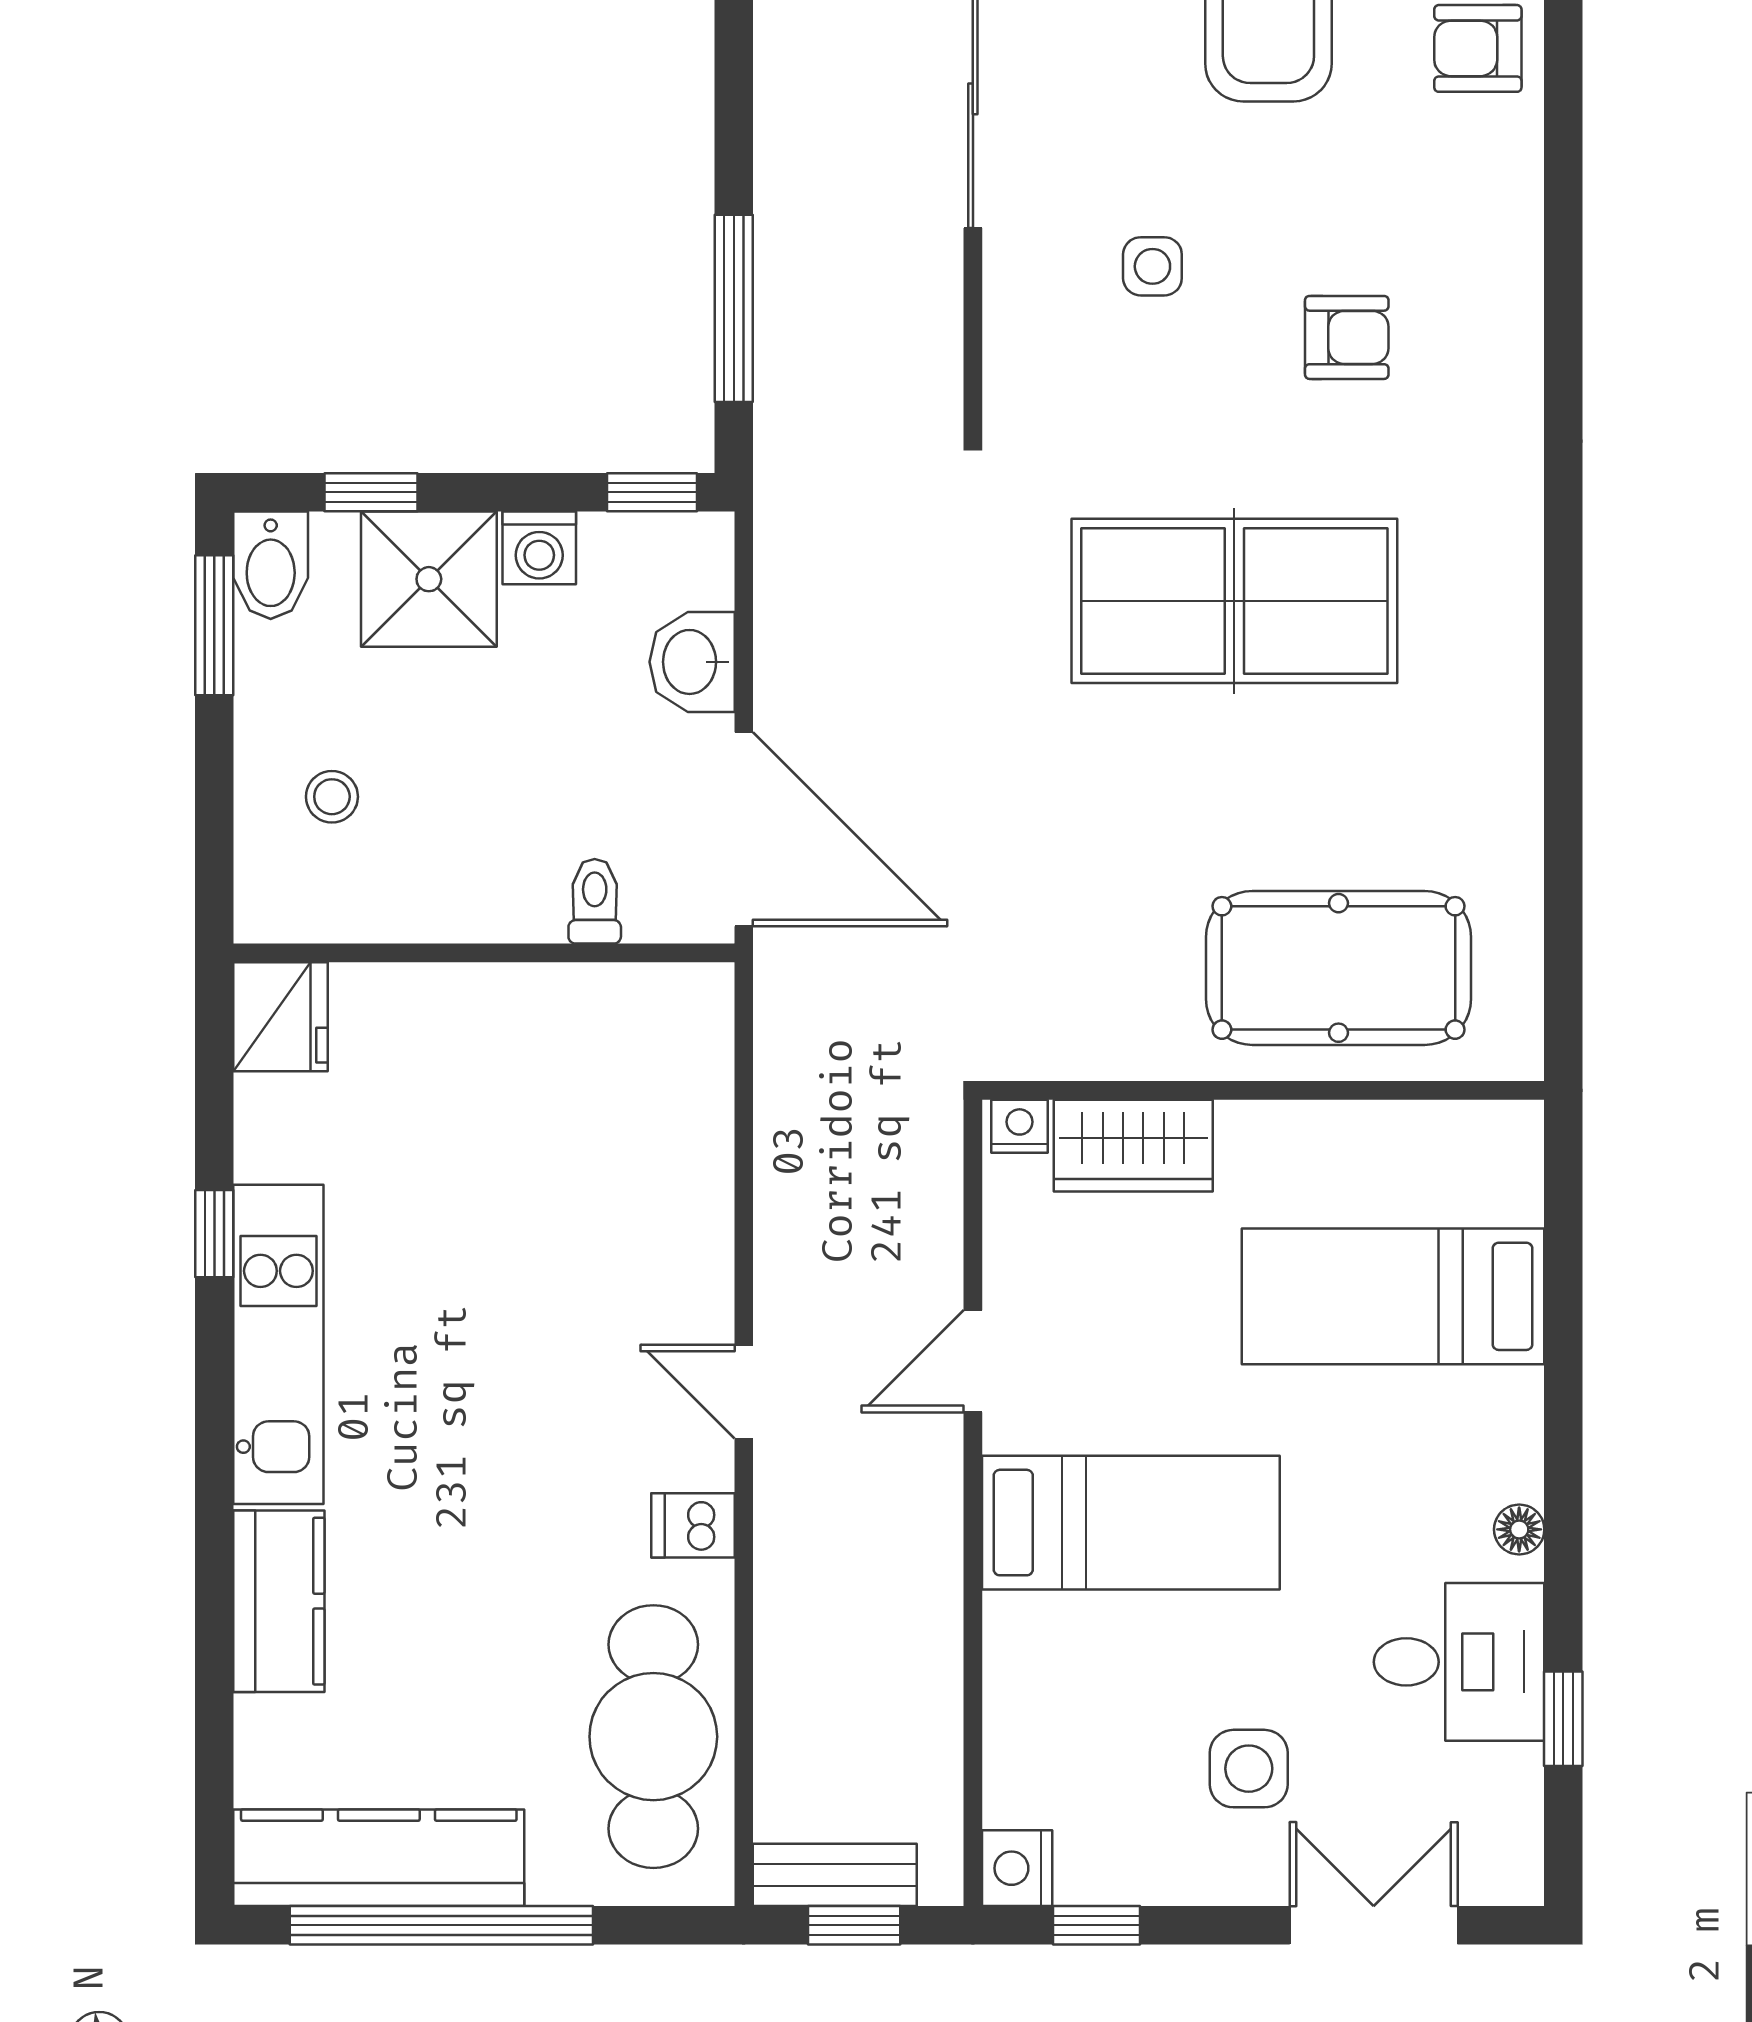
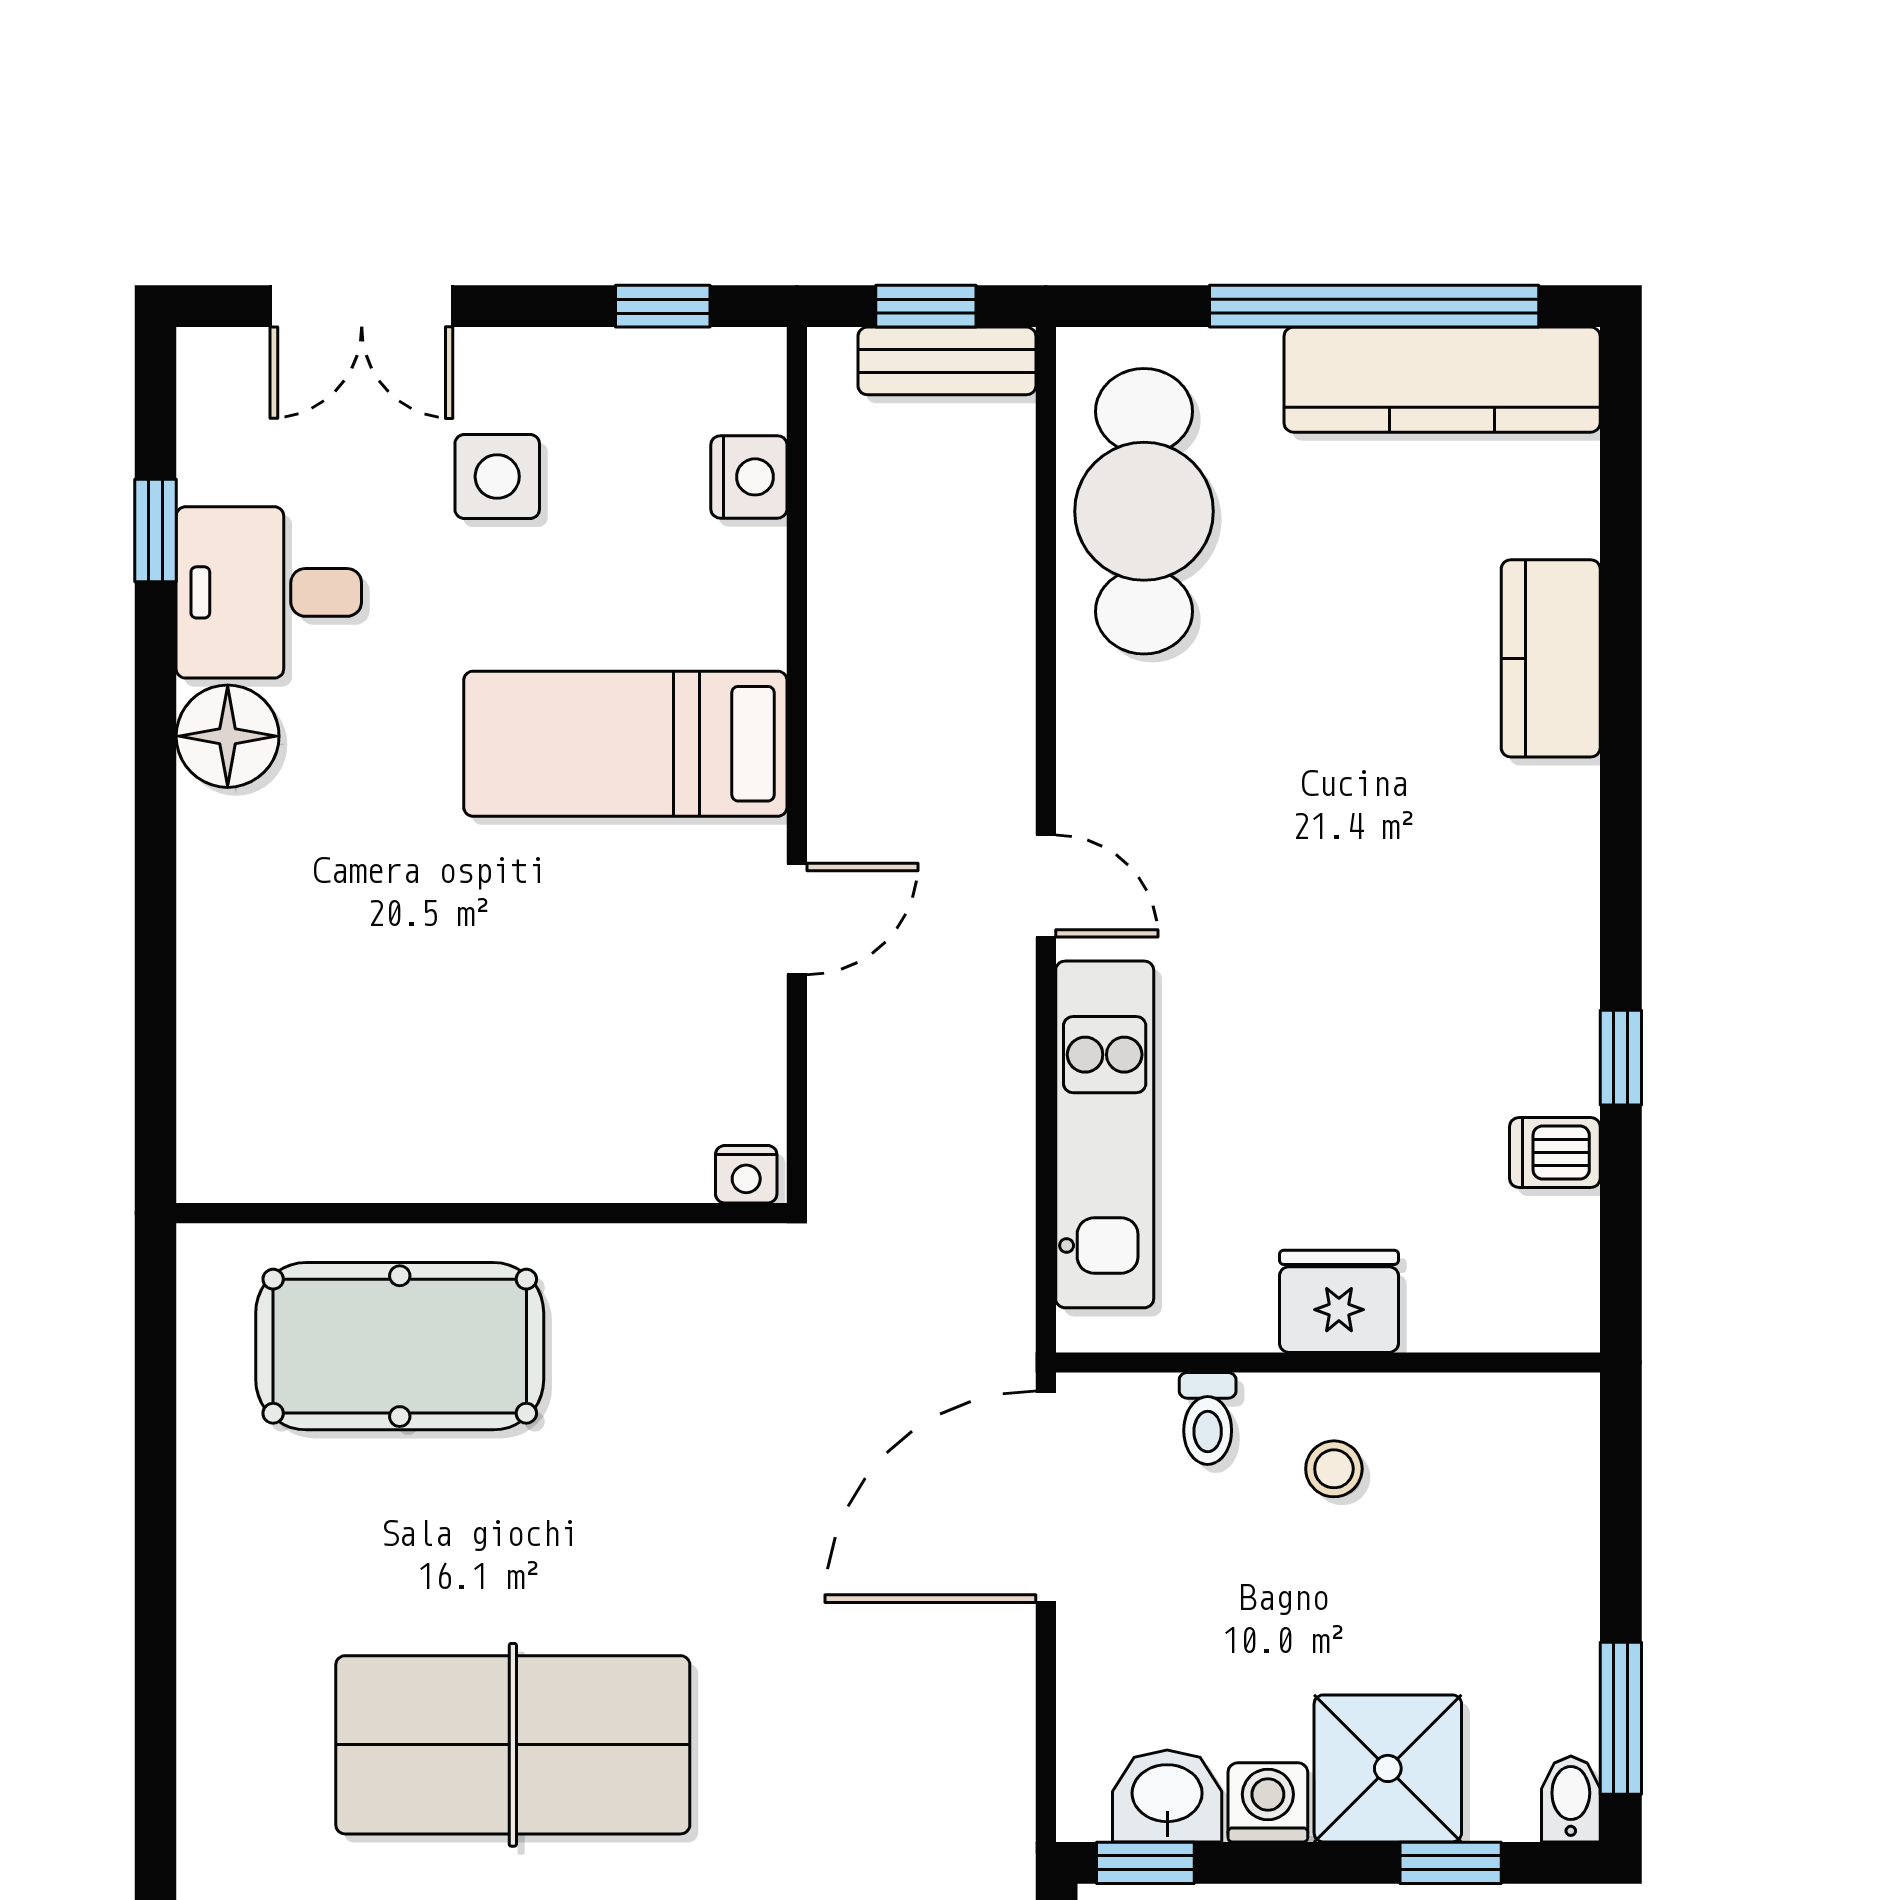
bidet: (271, 565) -> (1571, 1799), width x0.72, depth x0.74
washbasin: (692, 662) -> (1167, 1796), moved, turned -90
stool: (332, 797) -> (1334, 1469), moved
door: (744, 829) -> (1046, 1497), hinge flipped
fridge: (281, 1017) -> (1339, 1301), moved, turned 90
wardrobe: (1133, 1146) -> (623, 1153), removed
bed: (1393, 1296) -> (340, 989), removed
kitchen unit: (278, 1344) -> (1105, 1134), moved, turned 180
dishwasher: (693, 1525) -> (1555, 1153), moved, turned 180
floor lamp: (1519, 1529) -> (228, 736), width x1.89, depth x1.89
nightstand: (1017, 1868) -> (749, 477), moved

